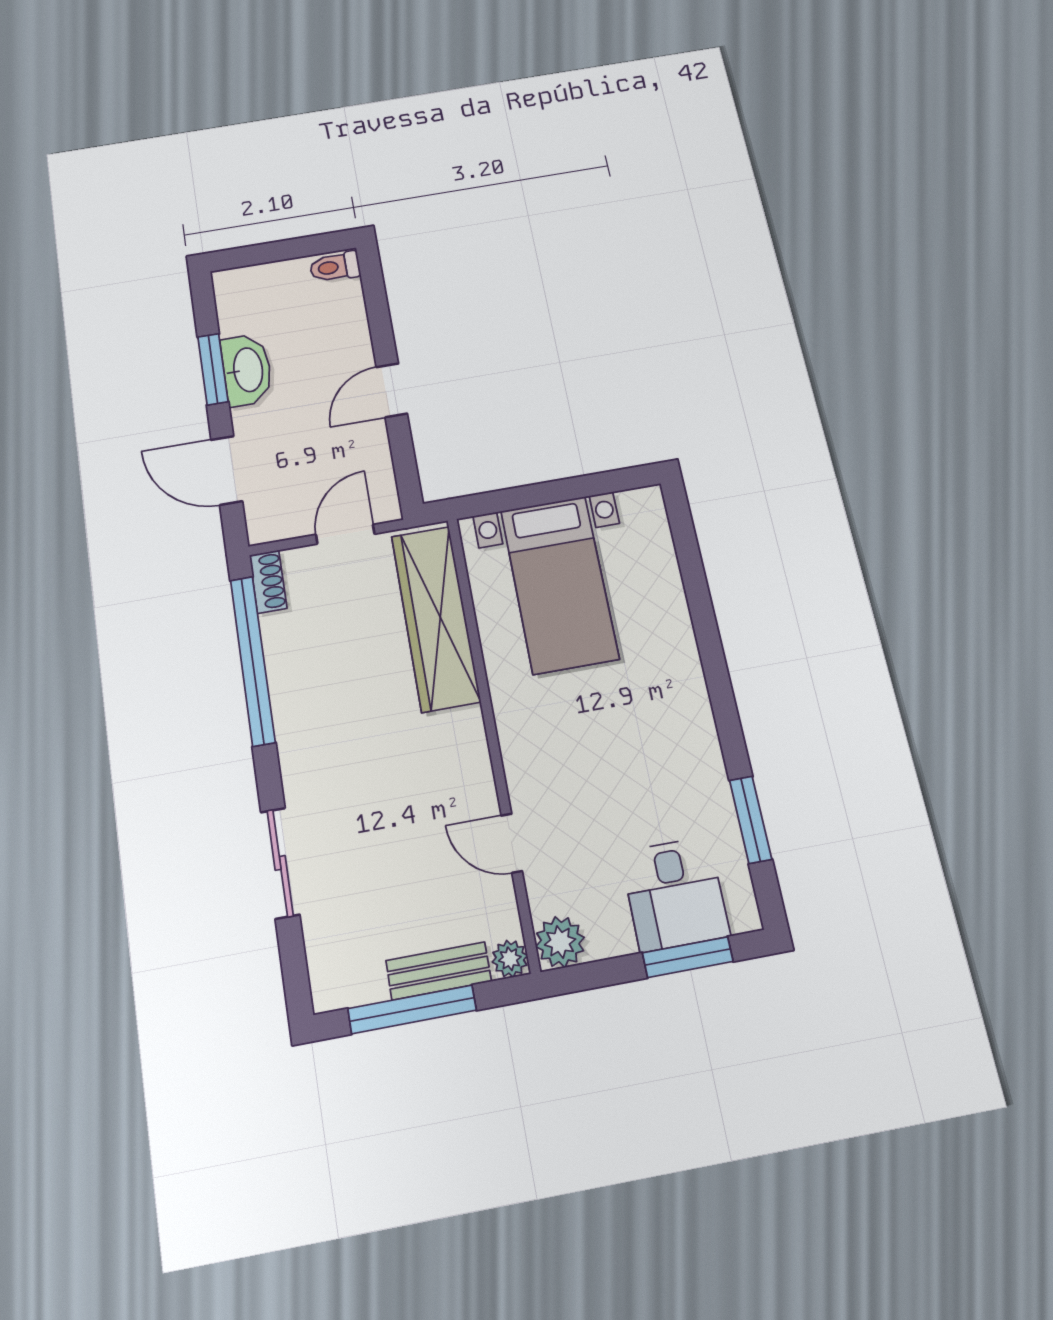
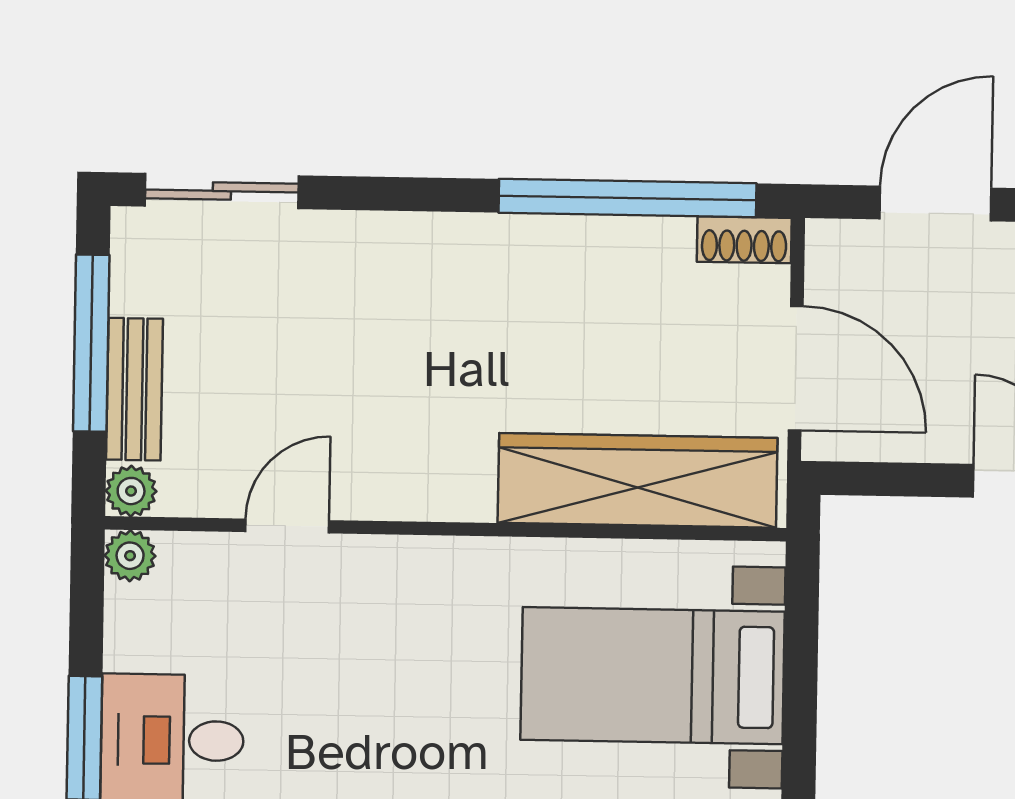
door: (345, 534) -> (796, 368), width x1.38
sliding door: (280, 863) -> (222, 191), moved
plant: (560, 942) -> (130, 556), width x0.73, depth x0.73

